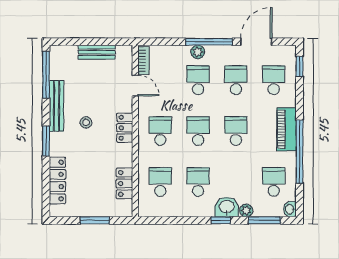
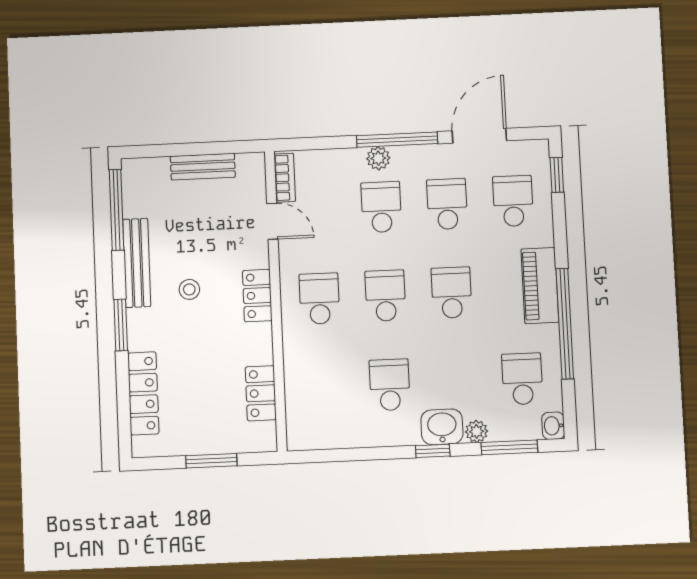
school desk: (160, 182) -> (323, 388), removed

